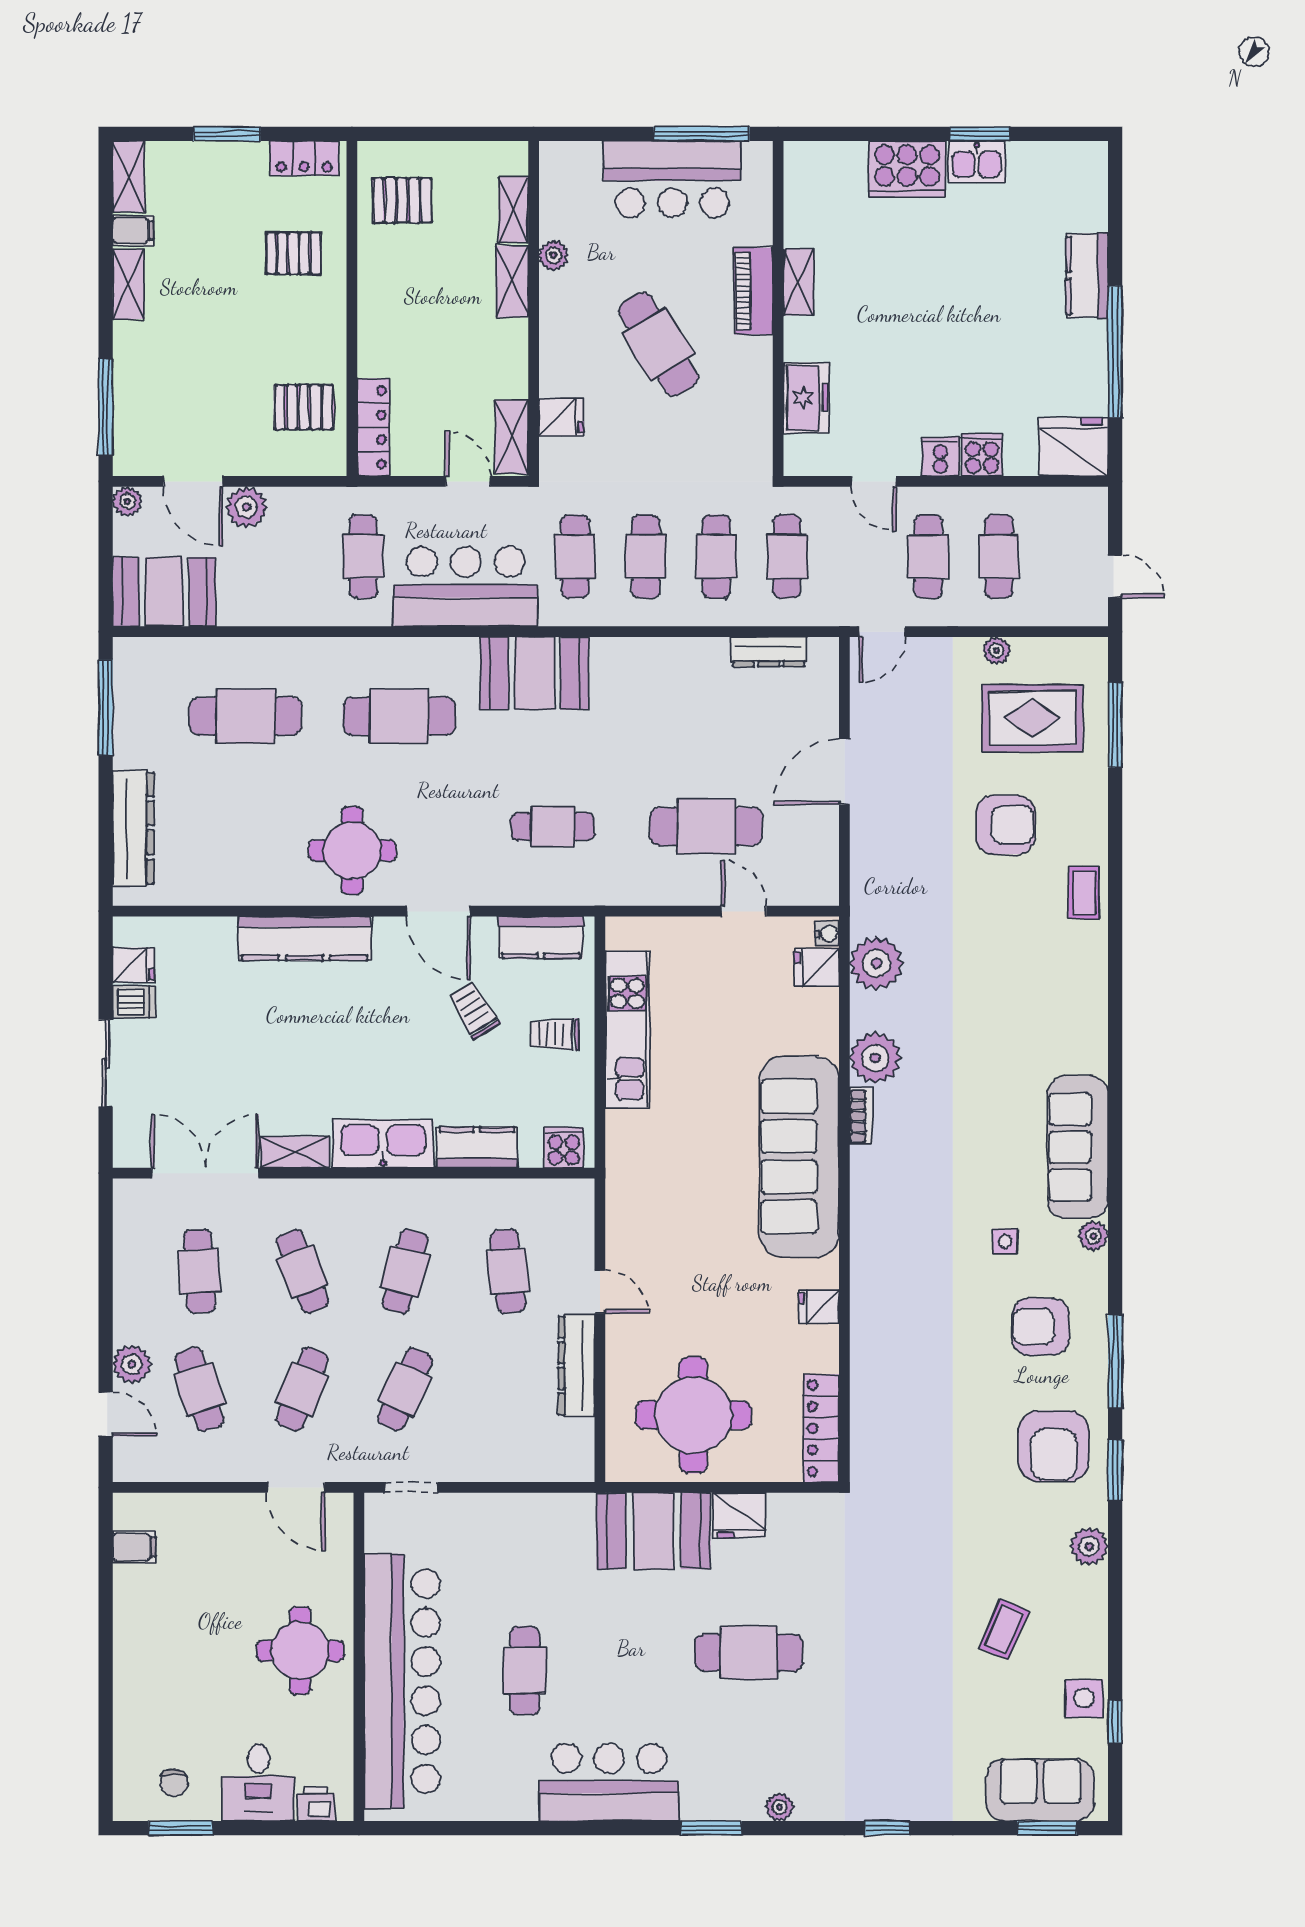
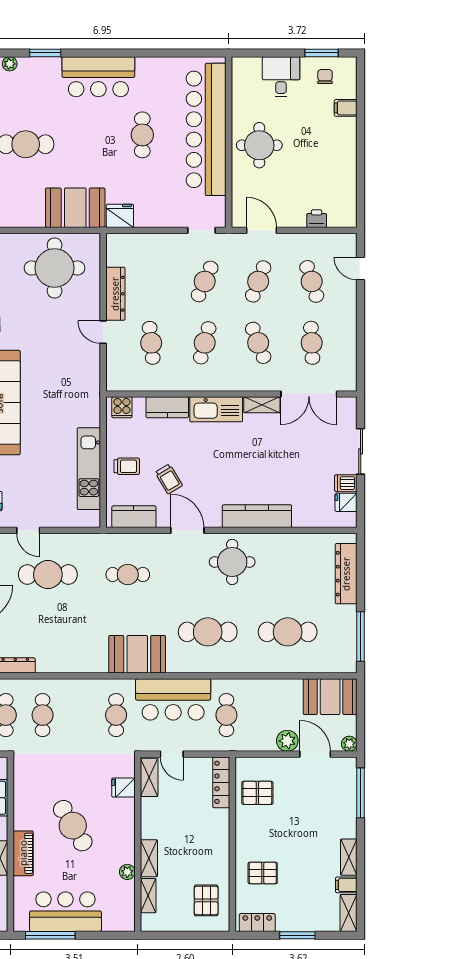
pallet: (402, 201) -> (206, 900), turned 90
cafe table: (646, 557) -> (79, 715), removed
plant: (132, 1364) -> (347, 294), removed
fridge: (739, 1515) -> (120, 216), moved
filing cabinet: (134, 1547) -> (346, 108), moved
printer: (316, 1804) -> (317, 219), moved, turned 180

